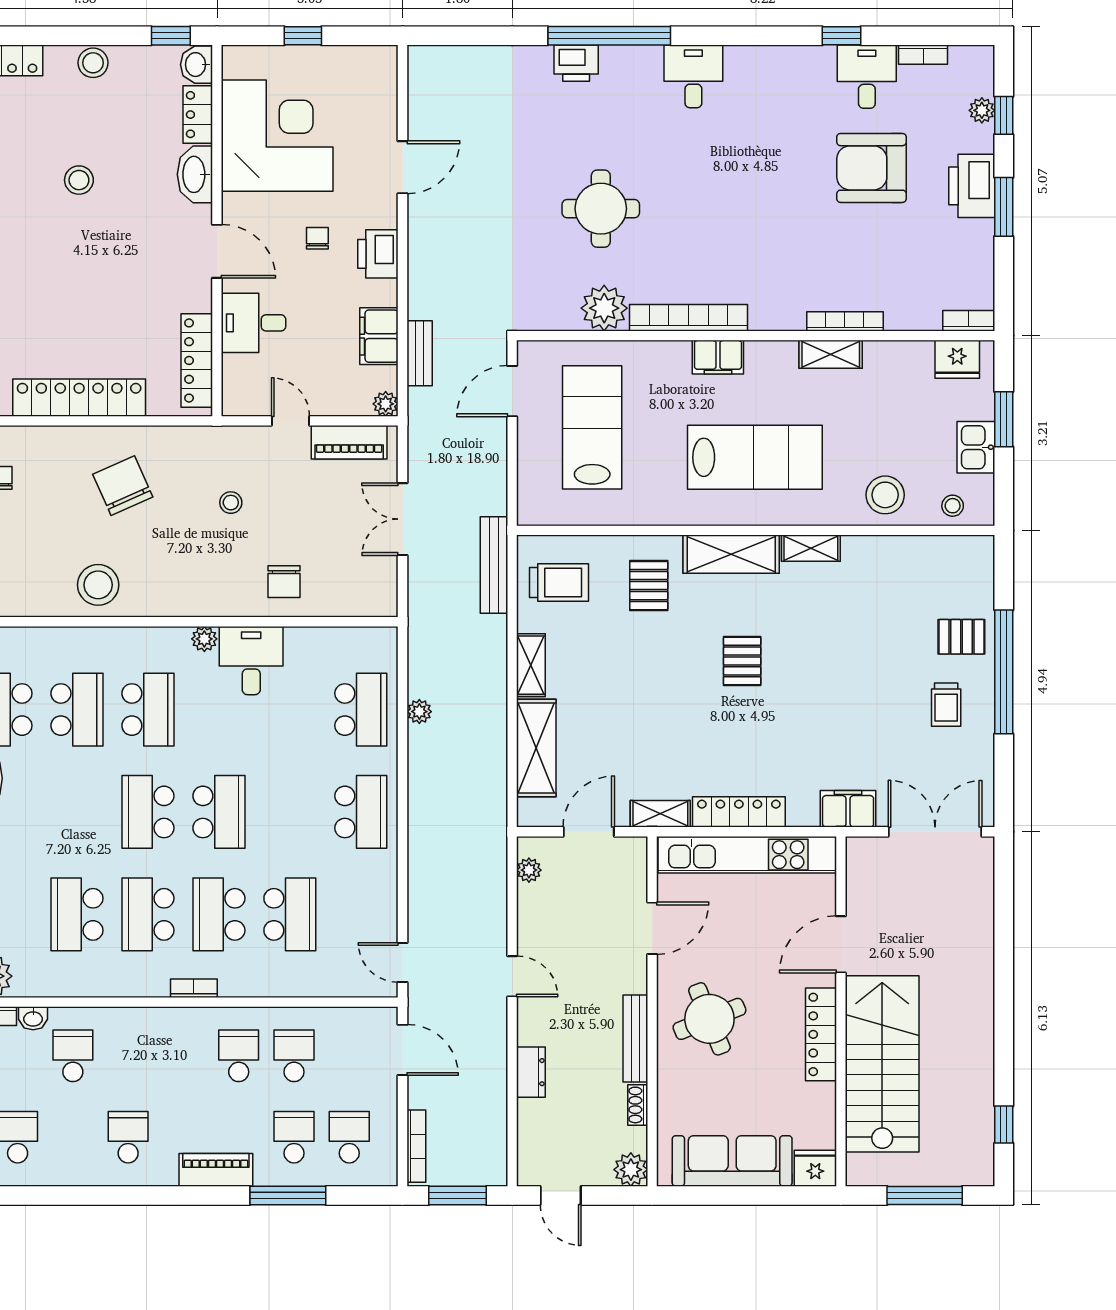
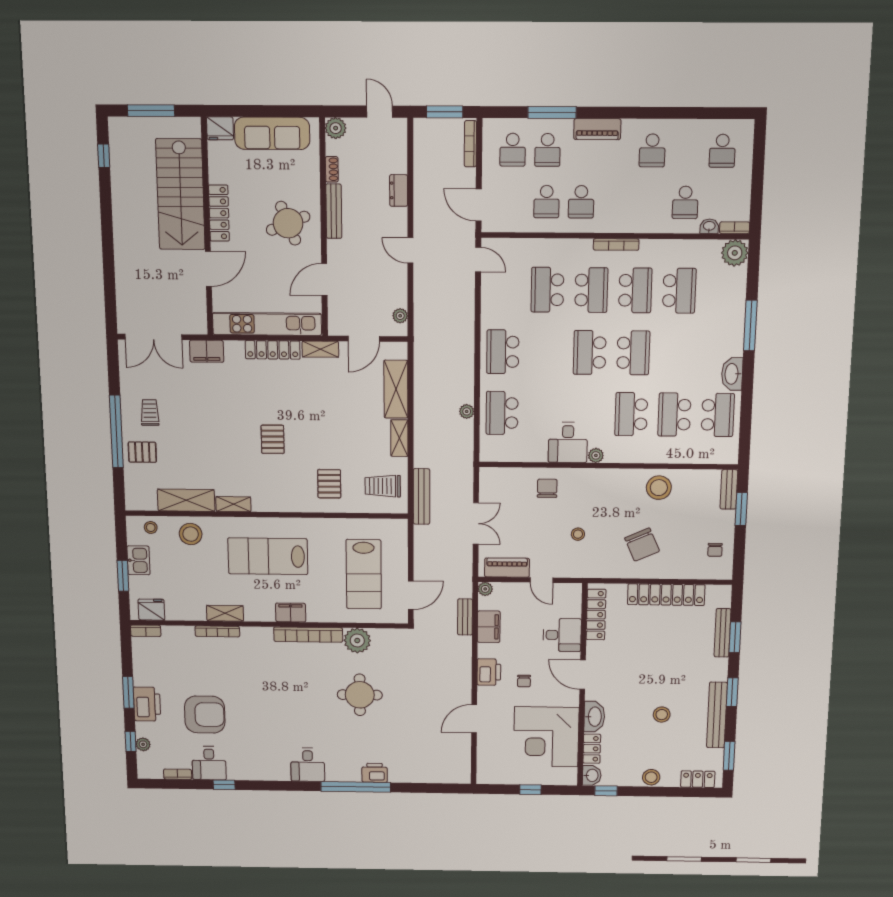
shelving: (731, 554) -> (186, 500), moved
bookcase: (194, 988) -> (616, 244), width x1.56

